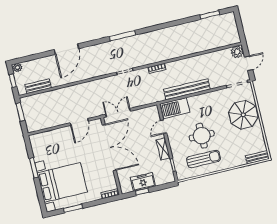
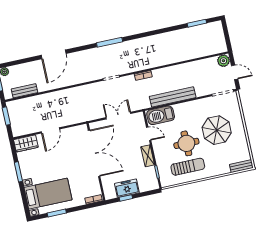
door: (249, 63) -> (235, 72), hinge flipped
double door: (118, 113) -> (118, 116), moved
parasol: (243, 115) -> (217, 130), moved
door: (79, 122) -> (50, 130), moved
door: (164, 127) -> (149, 134), swing flipped
wardrobe: (41, 139) -> (26, 143), added
bed with nightstands: (62, 182) -> (48, 194), width x0.73

